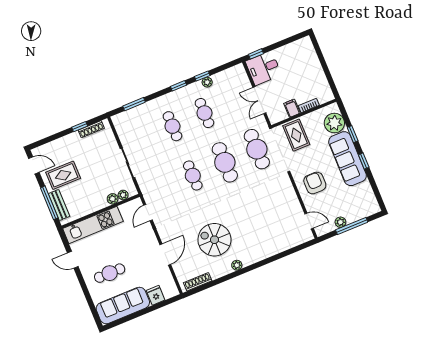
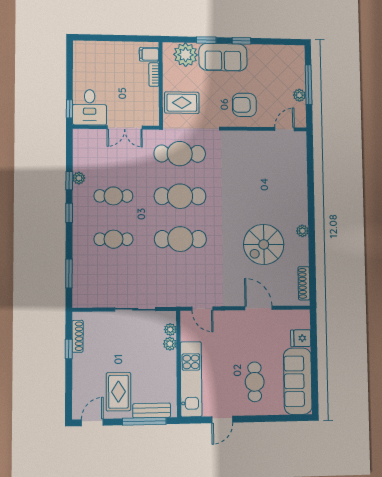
filing cabinet: (292, 108) -> (149, 54), moved
sofa: (348, 159) -> (223, 57), width x0.73
cafe table: (193, 176) -> (180, 239), width x1.37, depth x1.35

